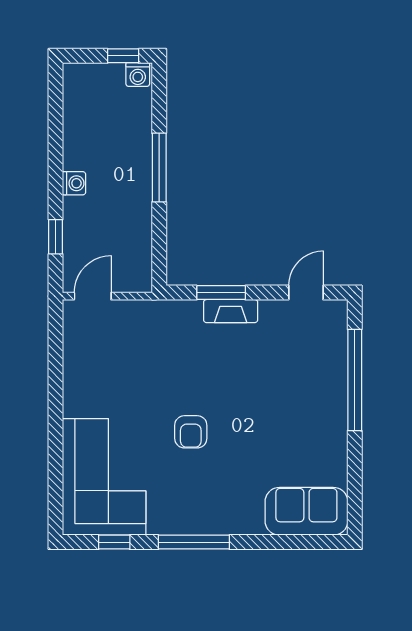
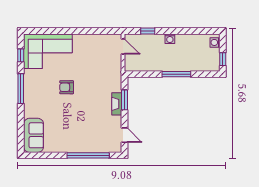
washing machine: (138, 75) -> (215, 42), moved

